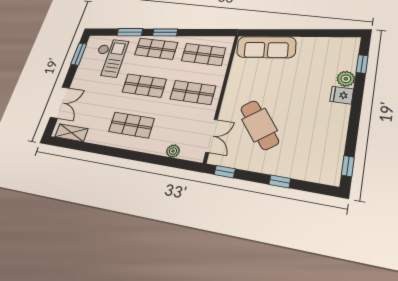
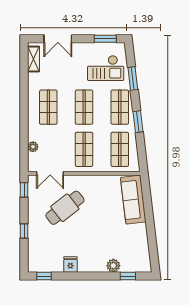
window: (165, 32) -> (138, 122), moved
fridge: (342, 95) -> (70, 264), moved

